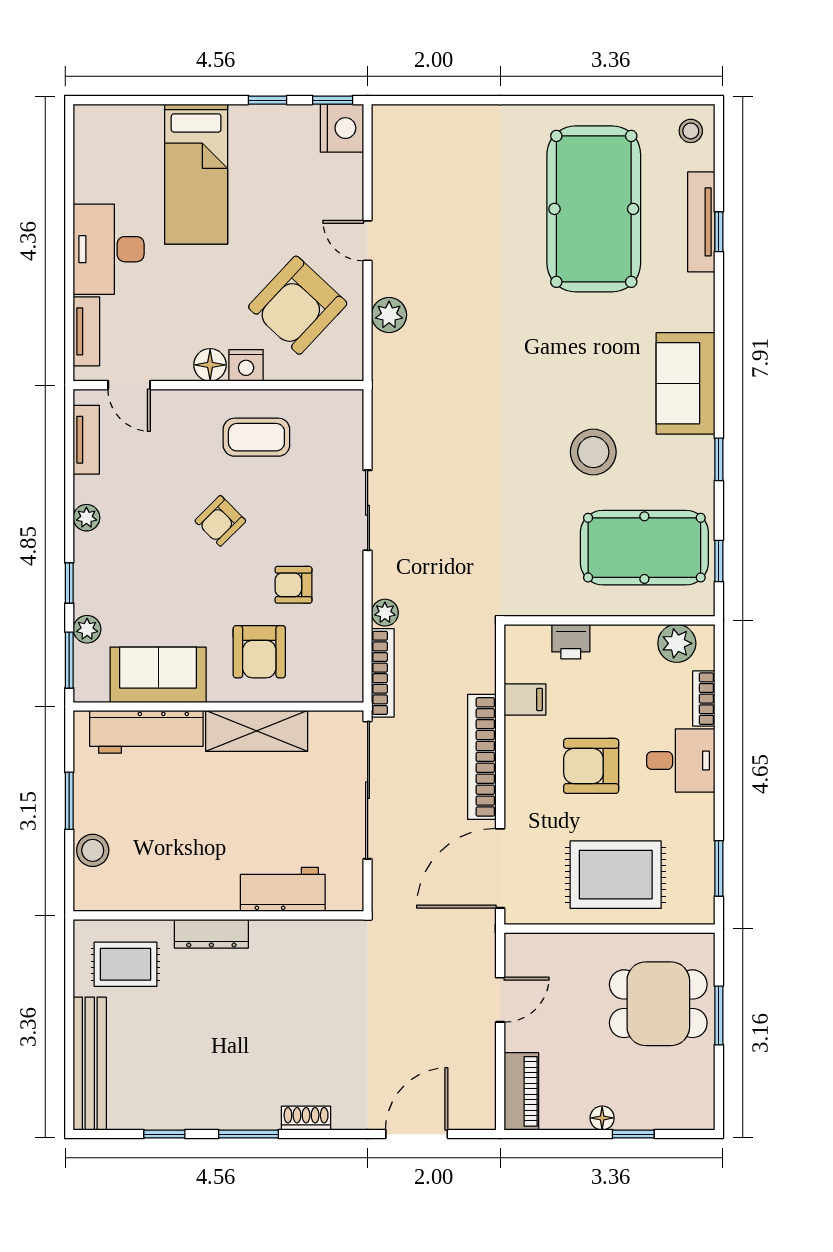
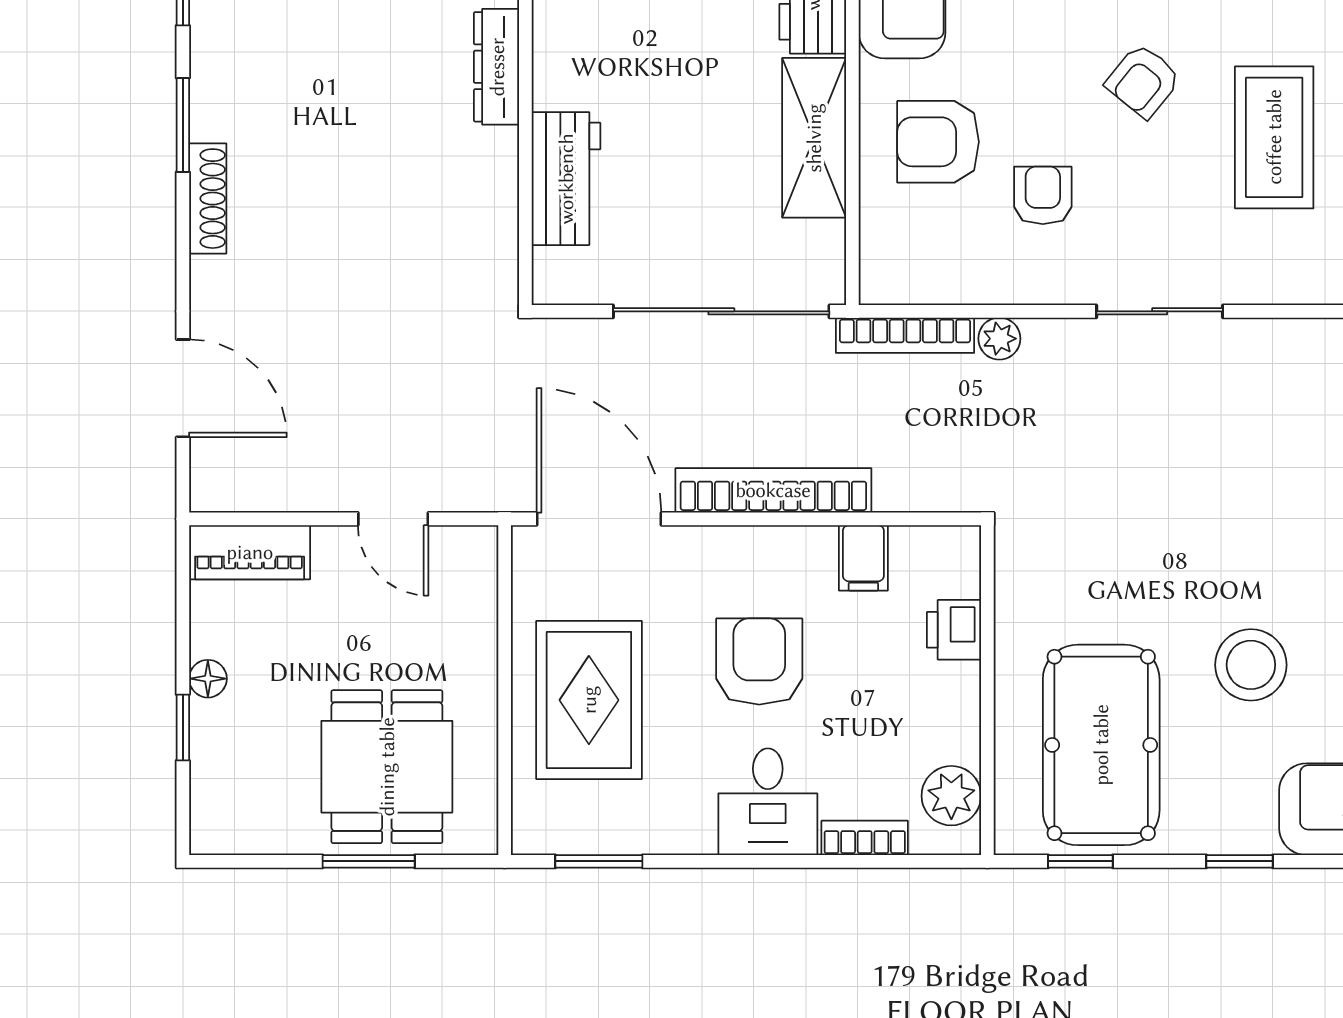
coffee table: (256, 437) -> (1274, 137), width x1.36, depth x1.32
armchair: (220, 521) -> (1143, 81), turned -96
shoe rack: (306, 1118) -> (208, 199), width x1.43

